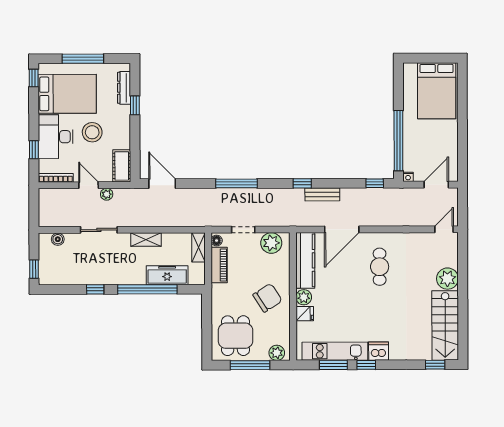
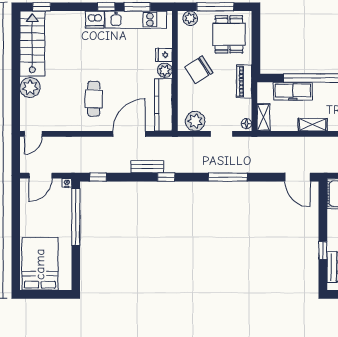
piano: (219, 265) -> (244, 81), moved

